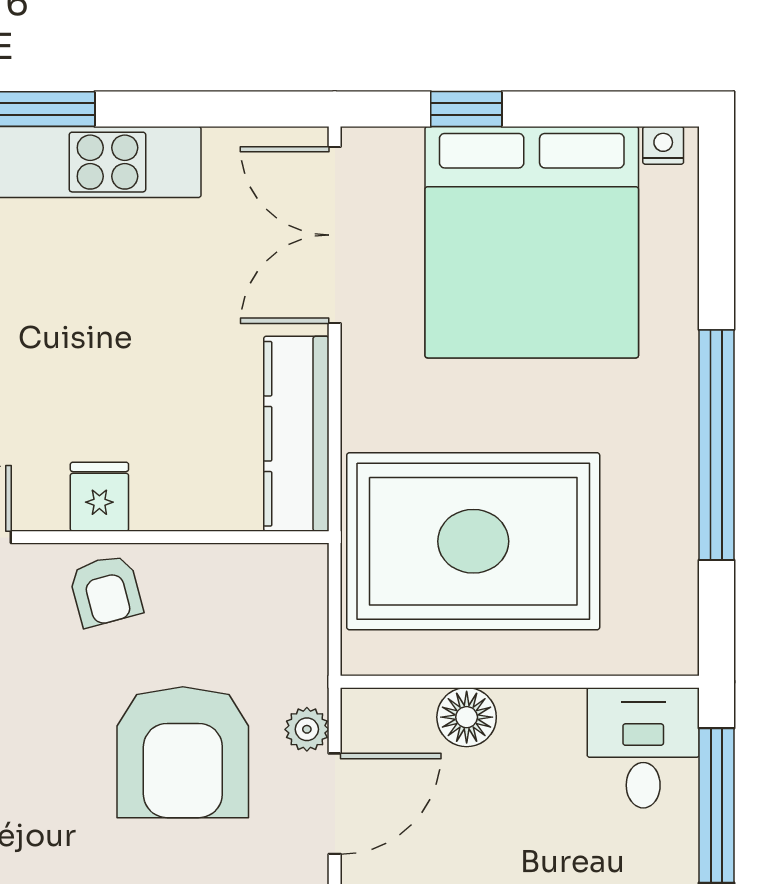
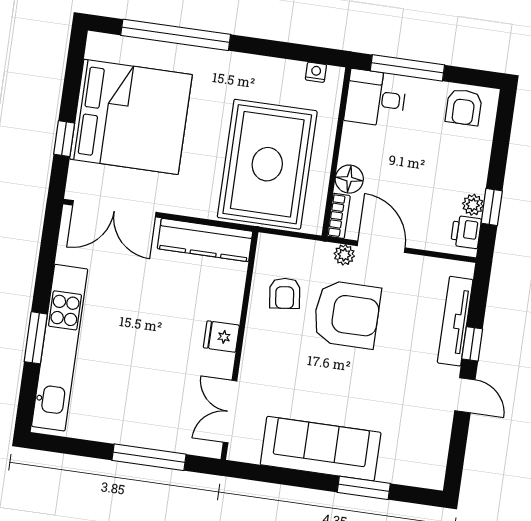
nightstand: (663, 145) -> (316, 72), moved, turned 90
window: (716, 445) -> (176, 35), moved
armchair: (106, 591) -> (285, 293), moved, turned 98
bookcase: (386, 706) -> (339, 216), added

